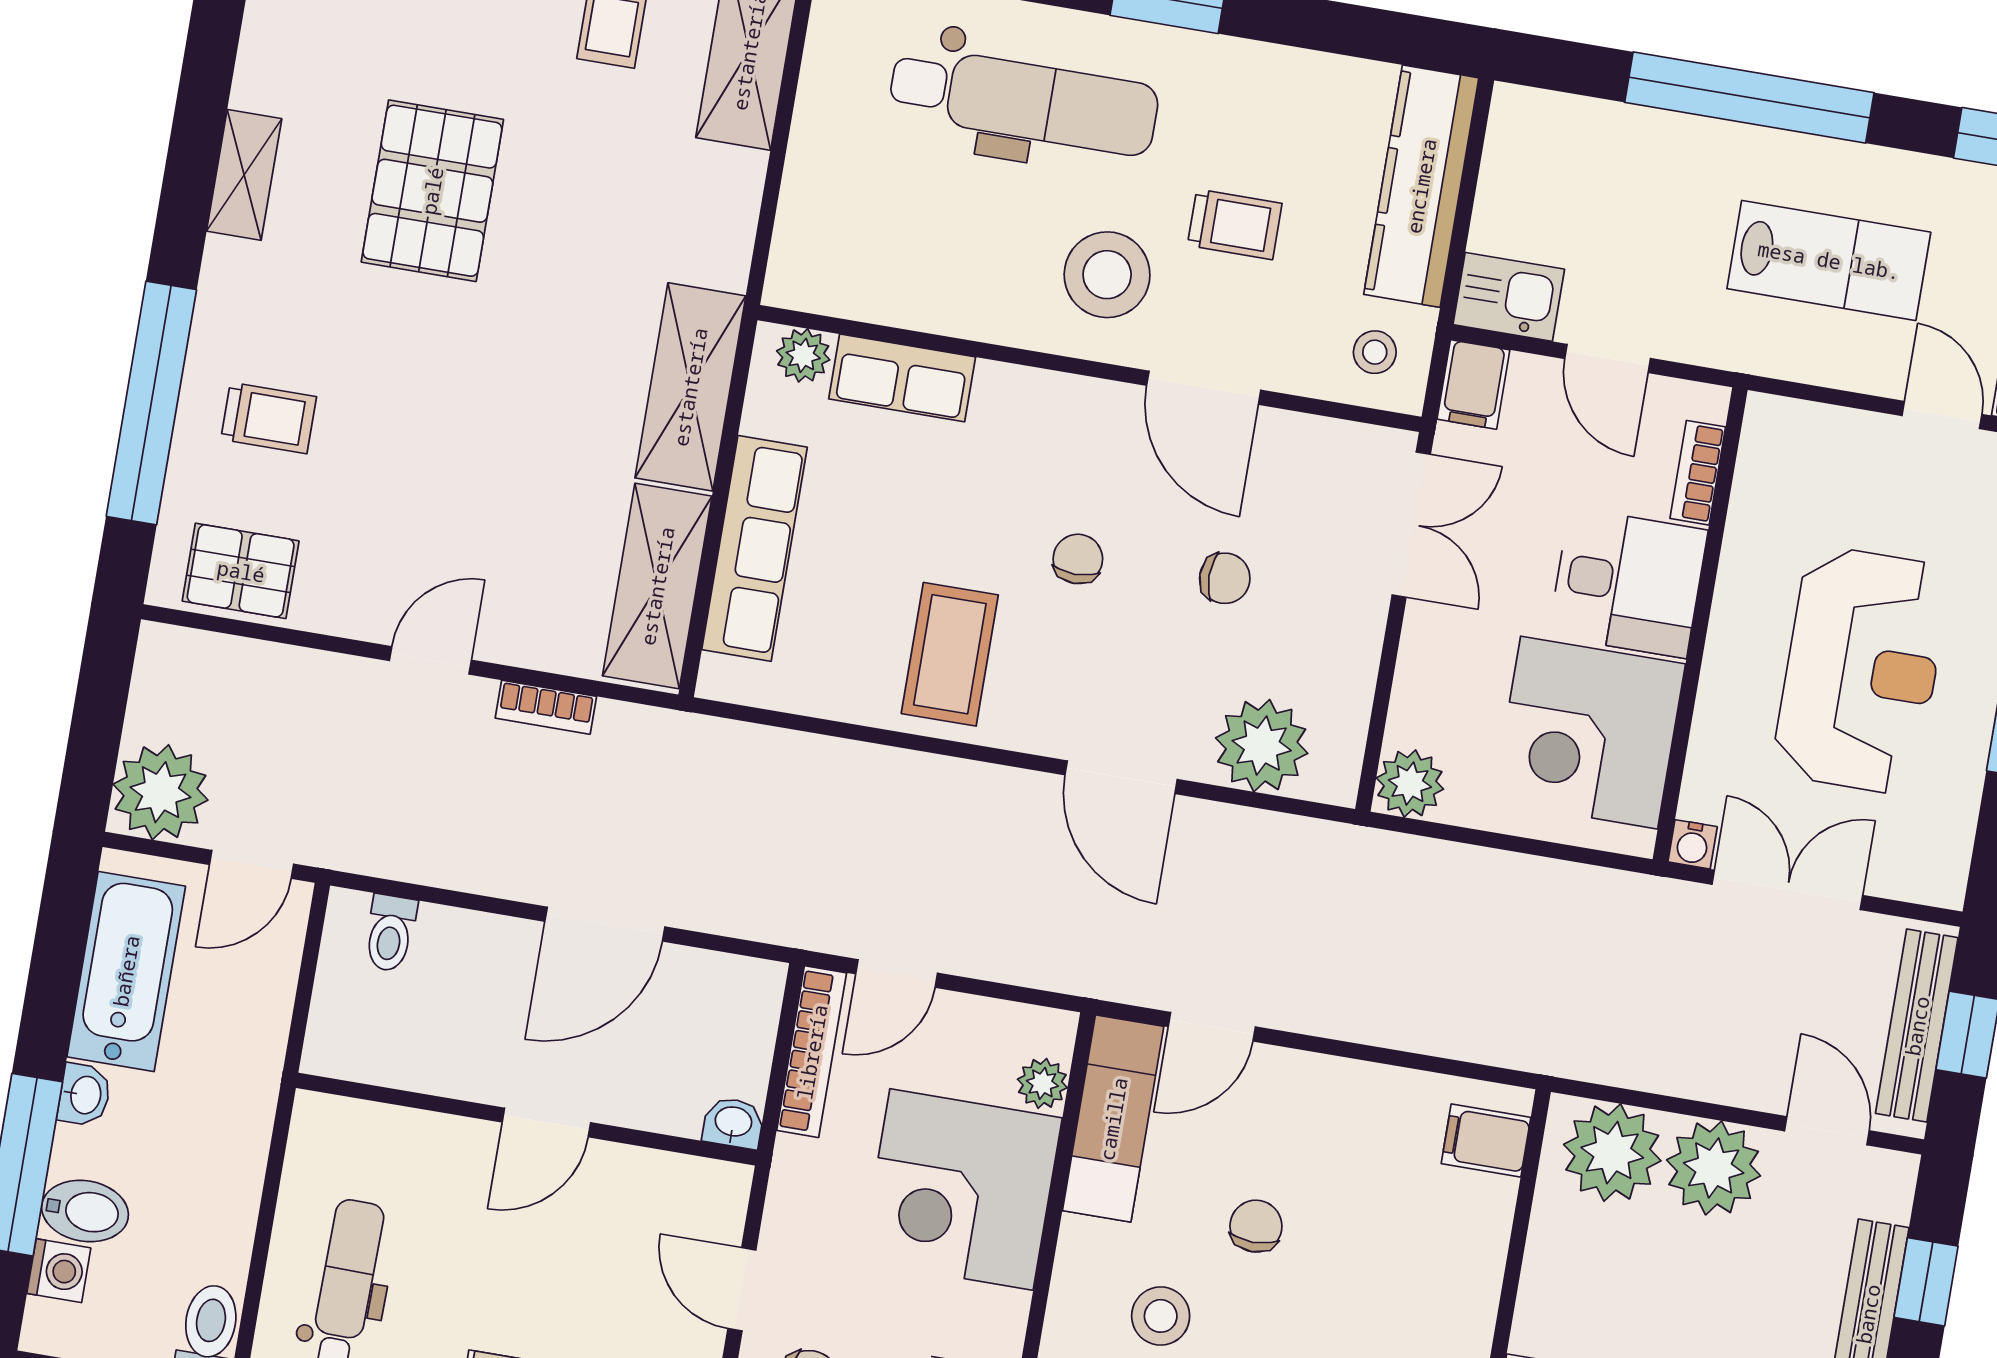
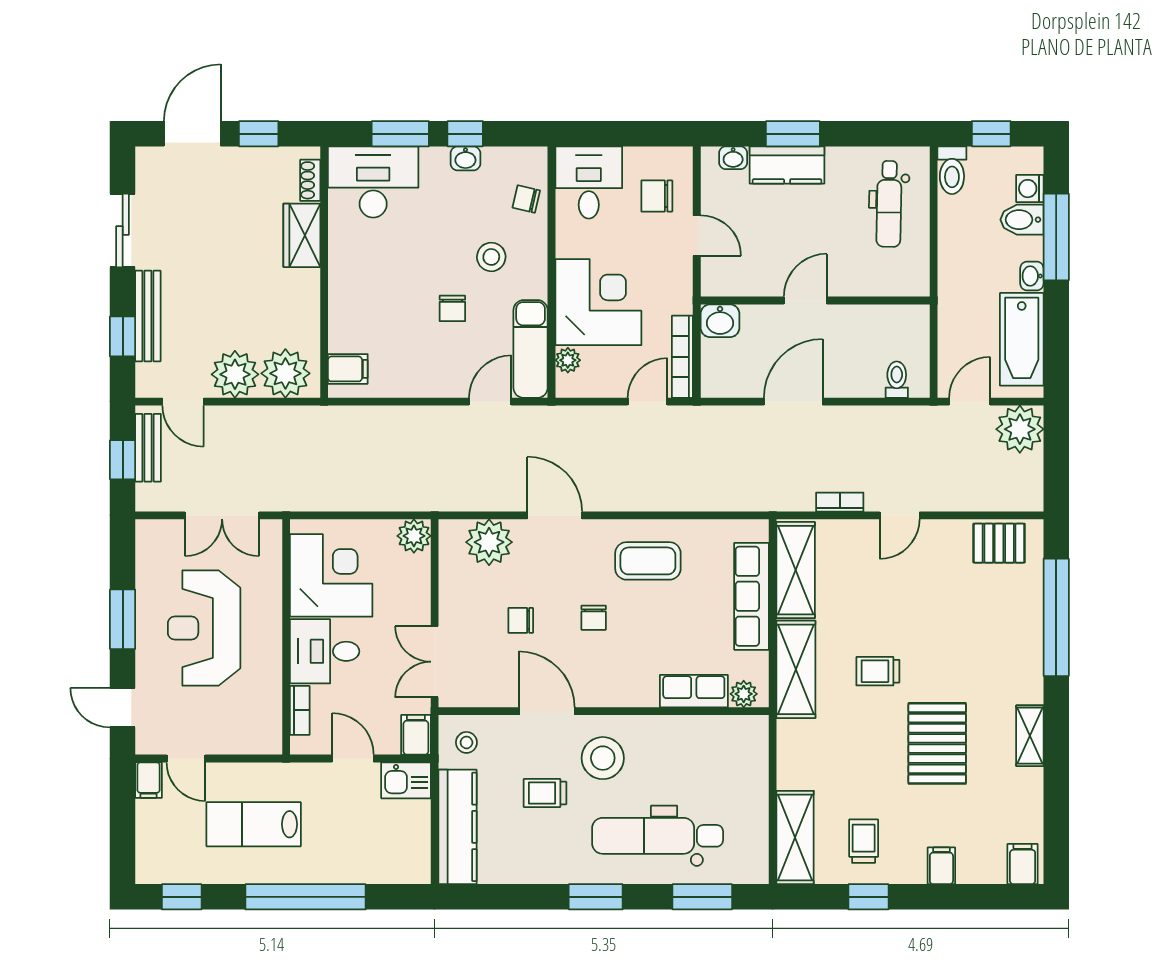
trolley: (269, 418) -> (878, 671), moved
coffee table: (950, 654) -> (648, 561), turned 90
water cooler: (1693, 844) -> (272, 530), removed
bench: (1917, 1026) -> (148, 448), width x0.73
washbasin: (733, 1123) -> (720, 321), width x1.38, depth x1.45

